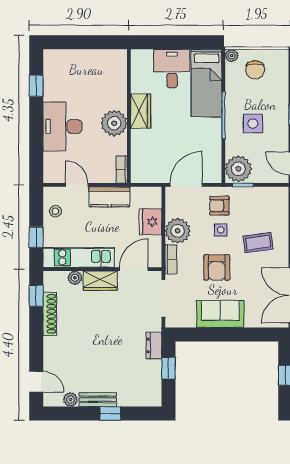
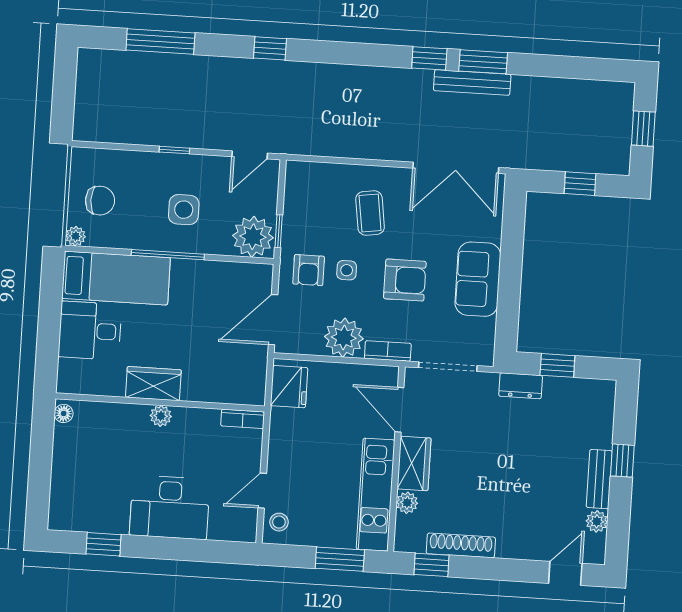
floor lamp: (118, 55) -> (64, 413), added
plant: (114, 123) -> (161, 416), width x0.53, depth x0.53
door: (186, 185) -> (273, 320), hinge flipped
kitchen counter: (109, 197) -> (284, 441), removed
stool: (55, 211) -> (279, 522), moved
fridge: (150, 222) -> (289, 387), moved, turned -90
window: (36, 237) -> (340, 559), width x1.50

